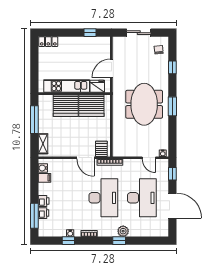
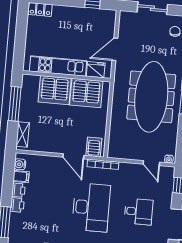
meeting table: (144, 104) -> (151, 97), width x1.36
desk: (142, 198) -> (138, 212), width x0.53, depth x0.77
printer: (43, 213) -> (18, 190), moved

